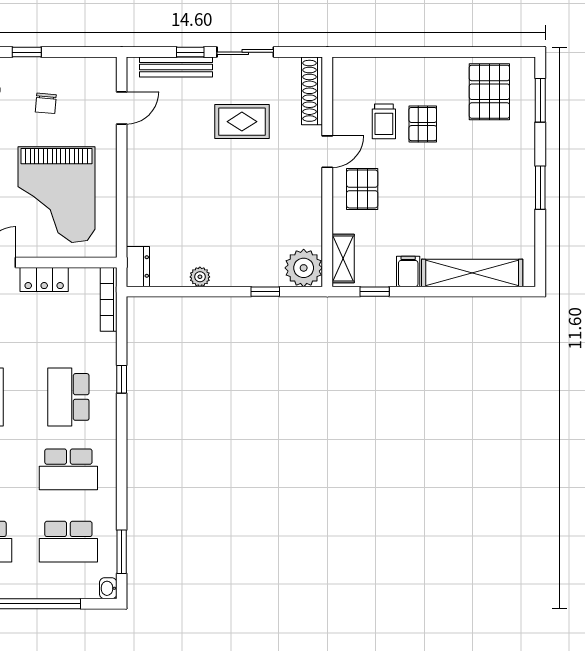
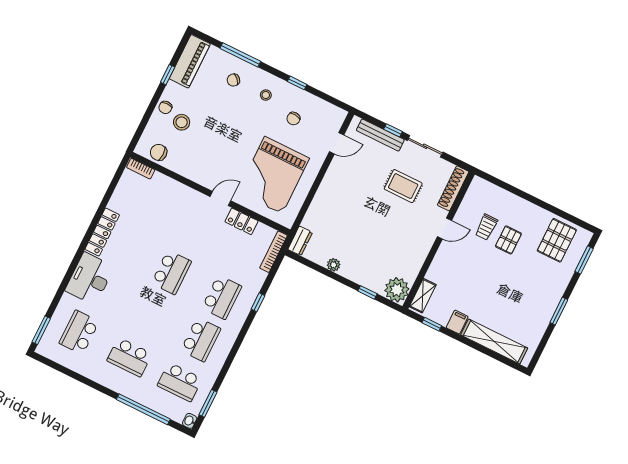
pallet: (362, 189) -> (454, 260), removed
school desk: (68, 397) -> (222, 297), turned 180
school desk: (68, 469) -> (201, 340), turned -90

